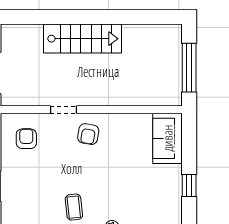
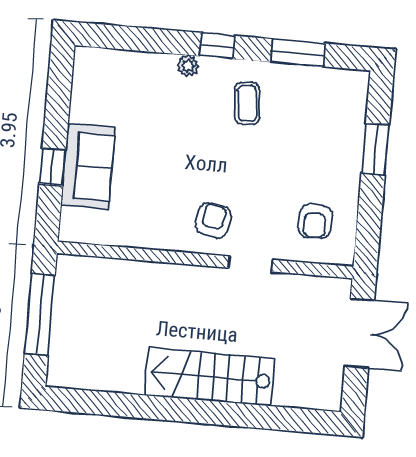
sofa: (167, 138) -> (88, 166), moved
window: (189, 185) -> (52, 167), moved

